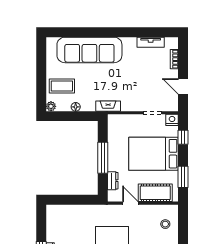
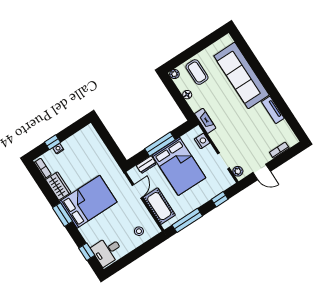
tv unit: (151, 42) -> (273, 110), moved
door: (183, 86) -> (262, 172), swing flipped
plant: (169, 106) -> (238, 171), added
nightstand: (172, 120) -> (202, 141), moved
bed: (154, 154) -> (179, 166), moved, turned 180
window: (183, 177) -> (187, 220), width x1.44

